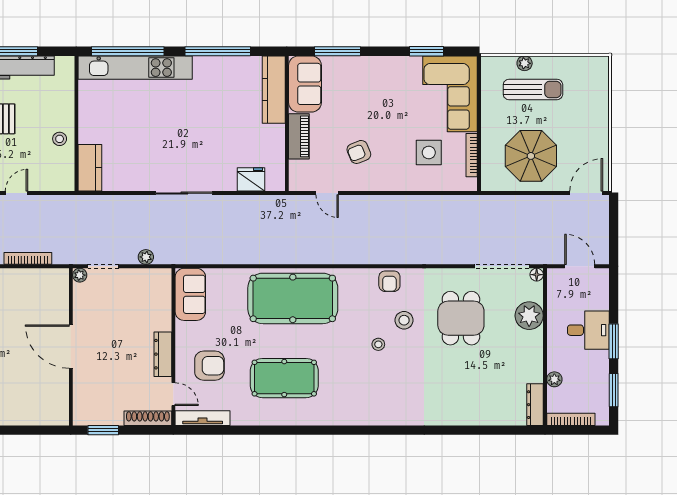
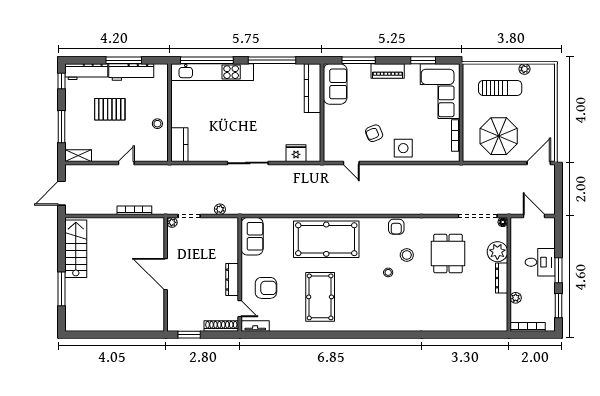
plant: (525, 63) -> (524, 69), moved
piano: (299, 136) -> (388, 71), moved, turned 90
side table: (429, 152) -> (403, 148), moved
pool table: (284, 378) -> (320, 297), turned 90
dresser: (535, 405) -> (502, 278), moved
tv unit: (203, 418) -> (255, 326), width x0.71

